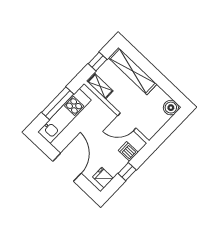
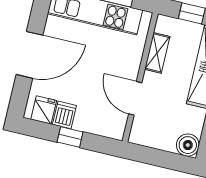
shelving: (100, 86) -> (157, 53), moved
dishwasher: (128, 151) -> (64, 115), moved

